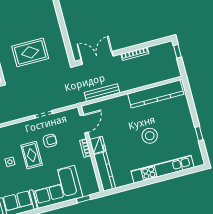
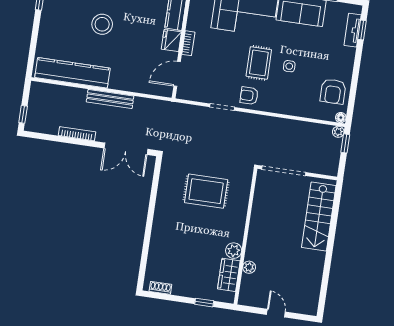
bench: (102, 93) -> (110, 99), moved
armchair: (50, 141) -> (249, 96), moved

